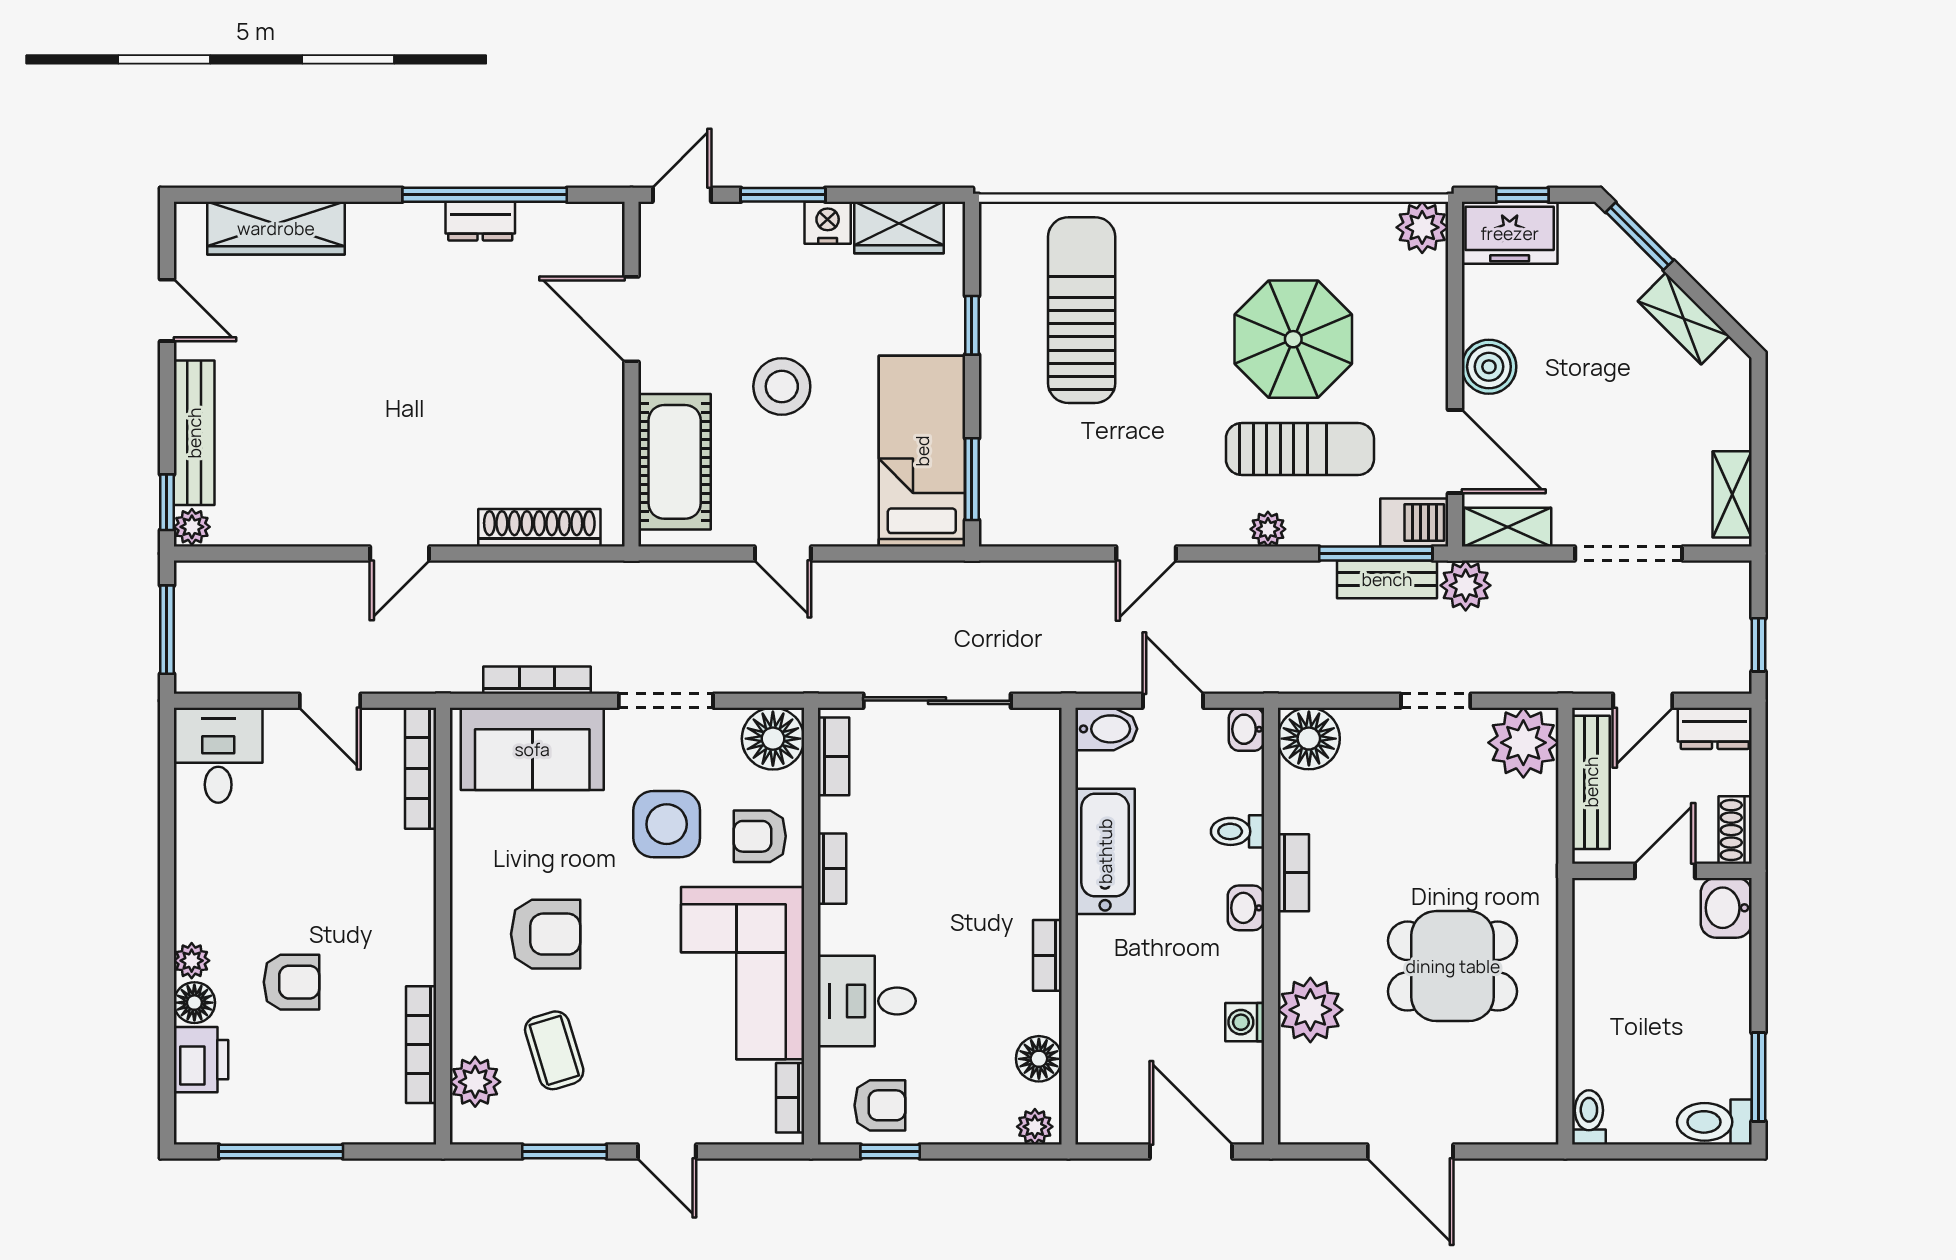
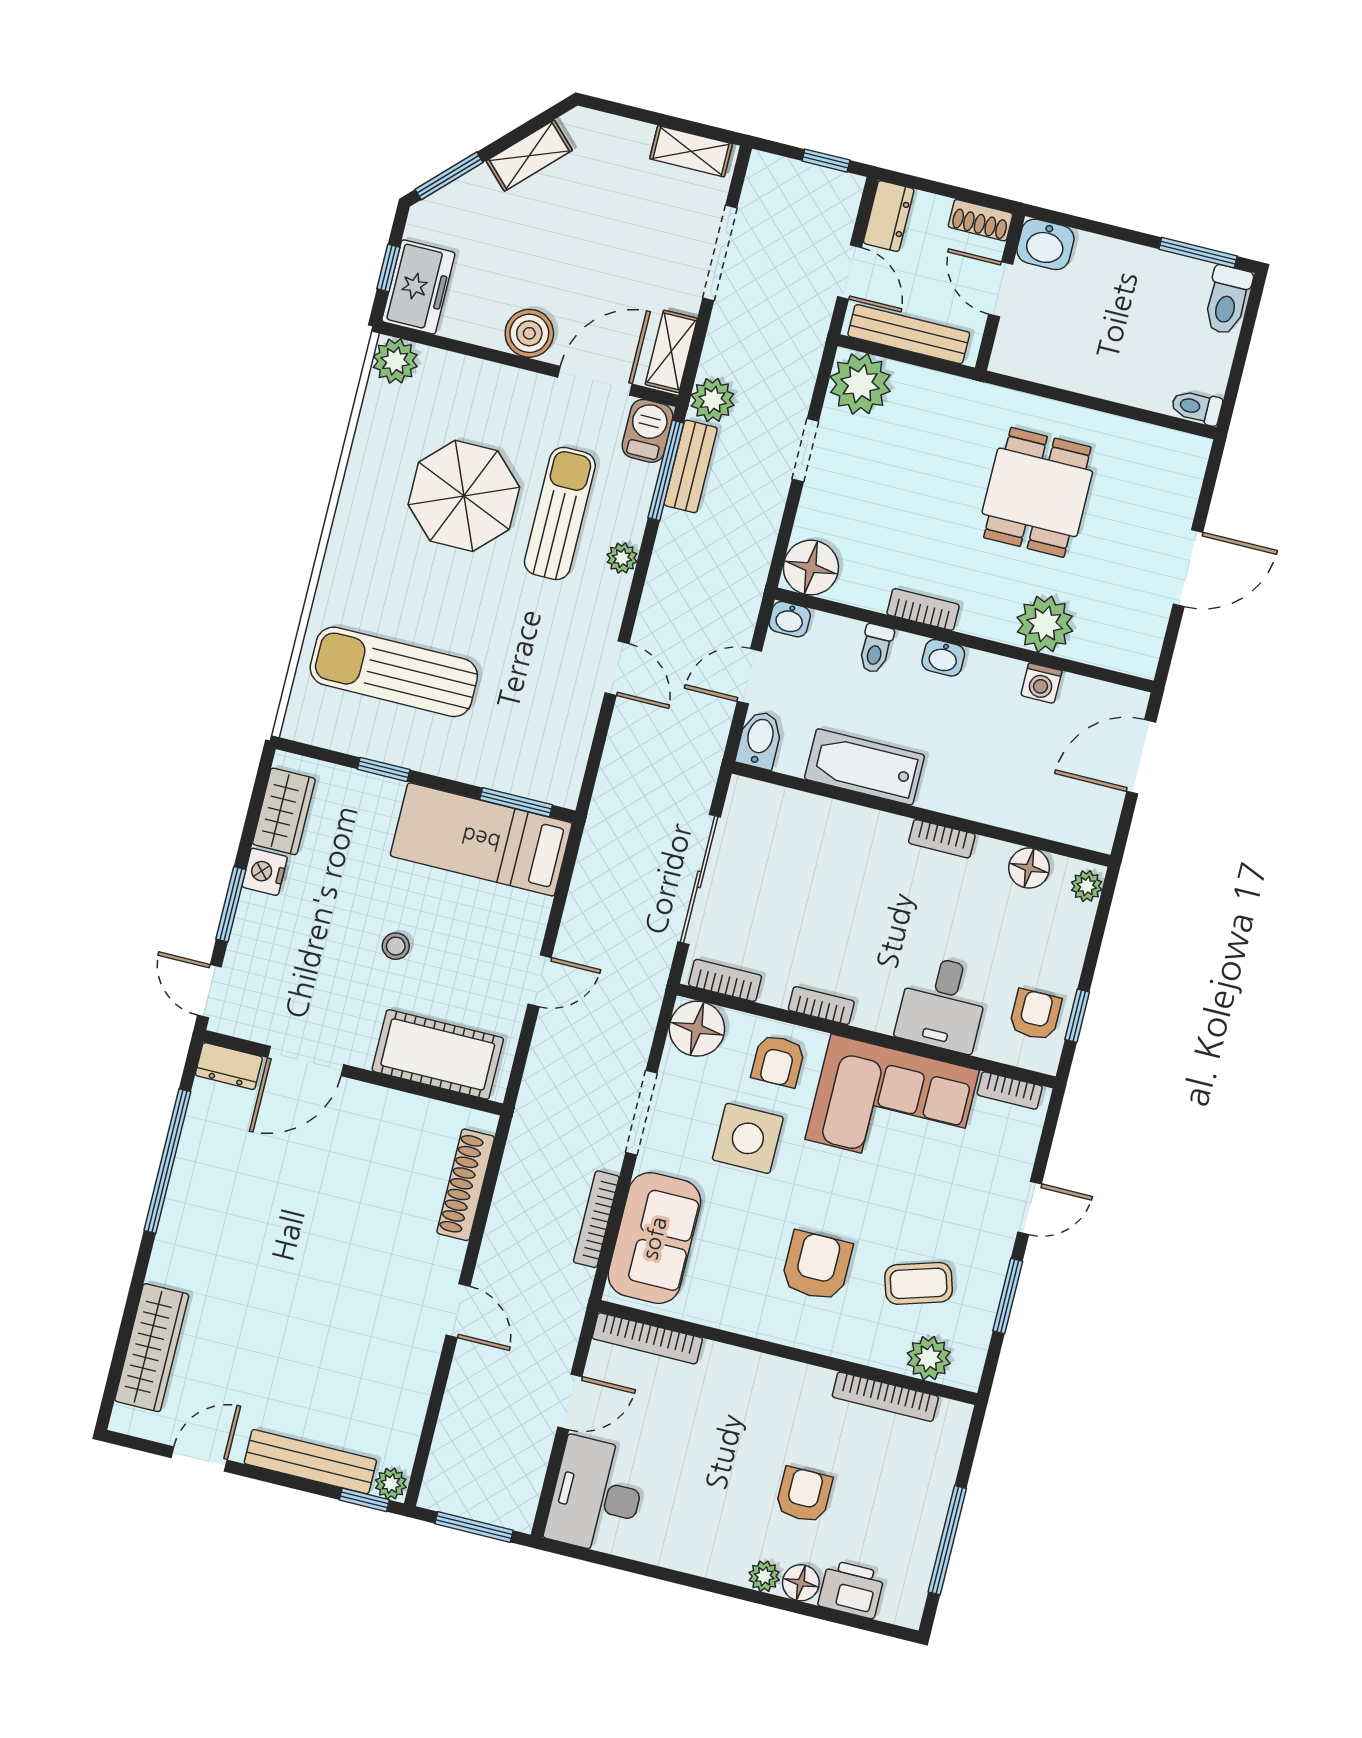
dresser: (480, 221) -> (229, 1066), moved, turned 90
stool: (782, 386) -> (396, 946), width x0.53, depth x0.53
desk: (218, 755) -> (596, 1496), width x1.37

